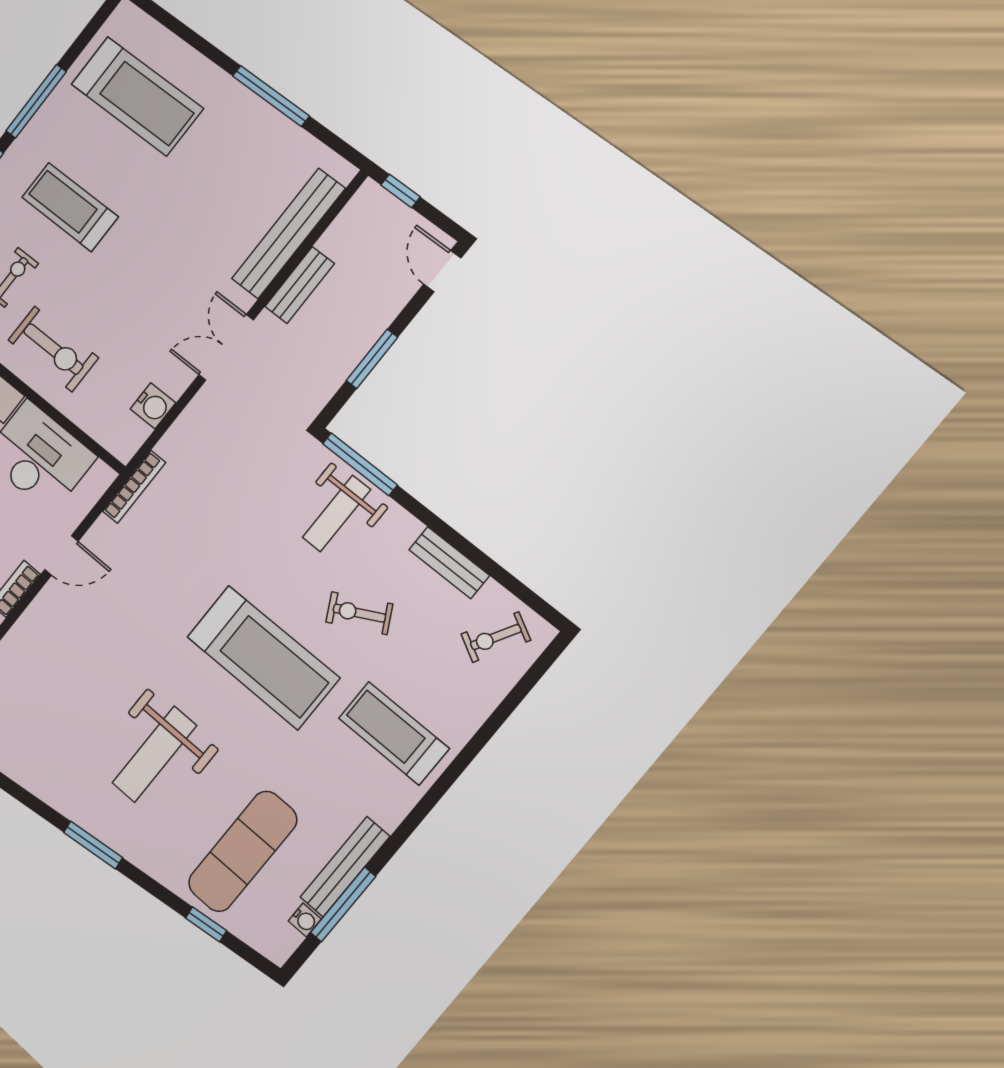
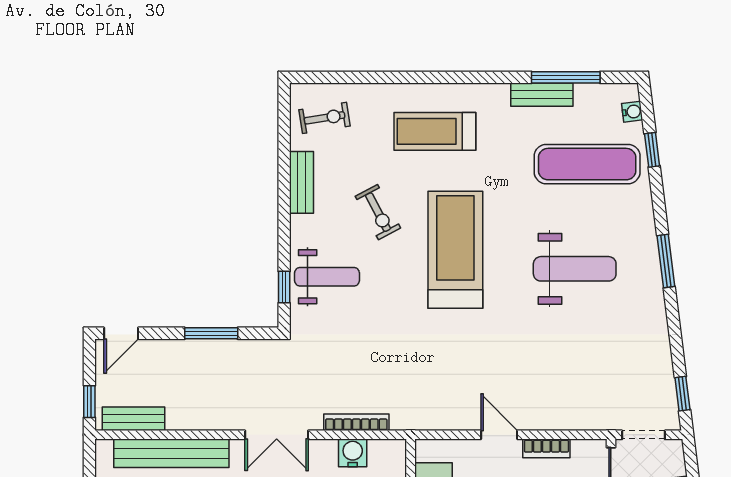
bench: (300, 285) -> (133, 419), moved
window: (360, 464) -> (284, 287), width x0.46
bookcase: (134, 487) -> (356, 422), moved
exercise bike: (496, 637) -> (325, 118), turned -38
treadmill: (394, 733) -> (435, 131), turned 90
bench: (345, 867) -> (542, 95), width x0.73
water cooler: (305, 920) -> (632, 112), moved, turned 83

